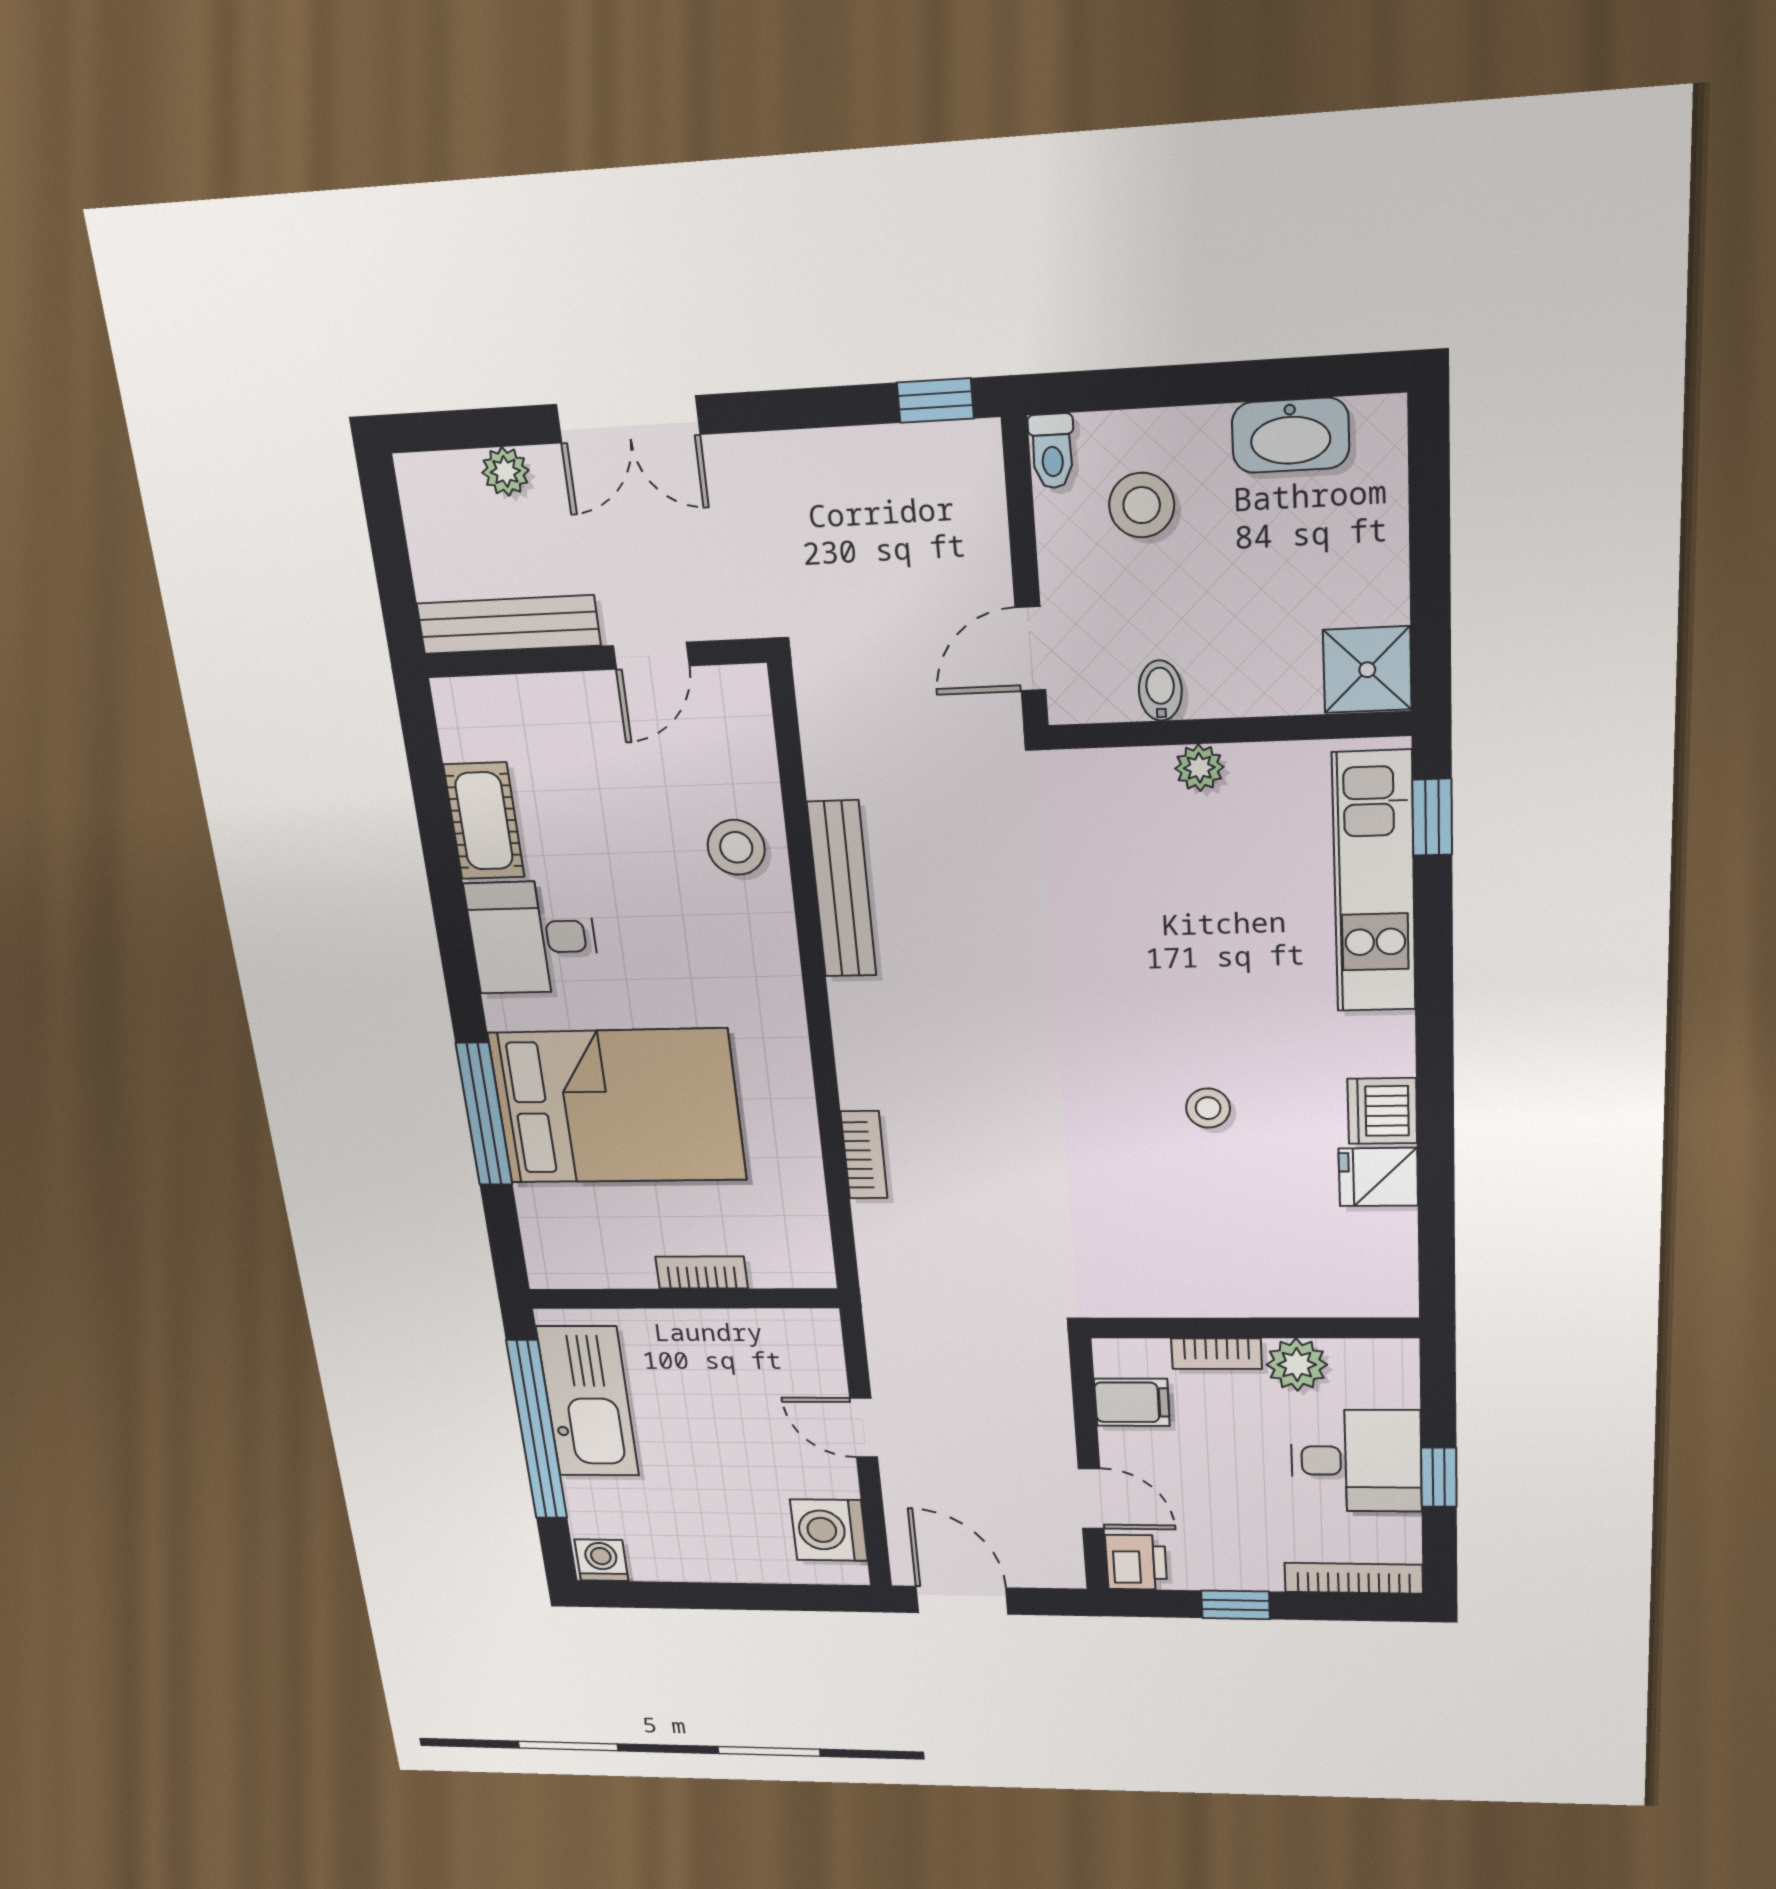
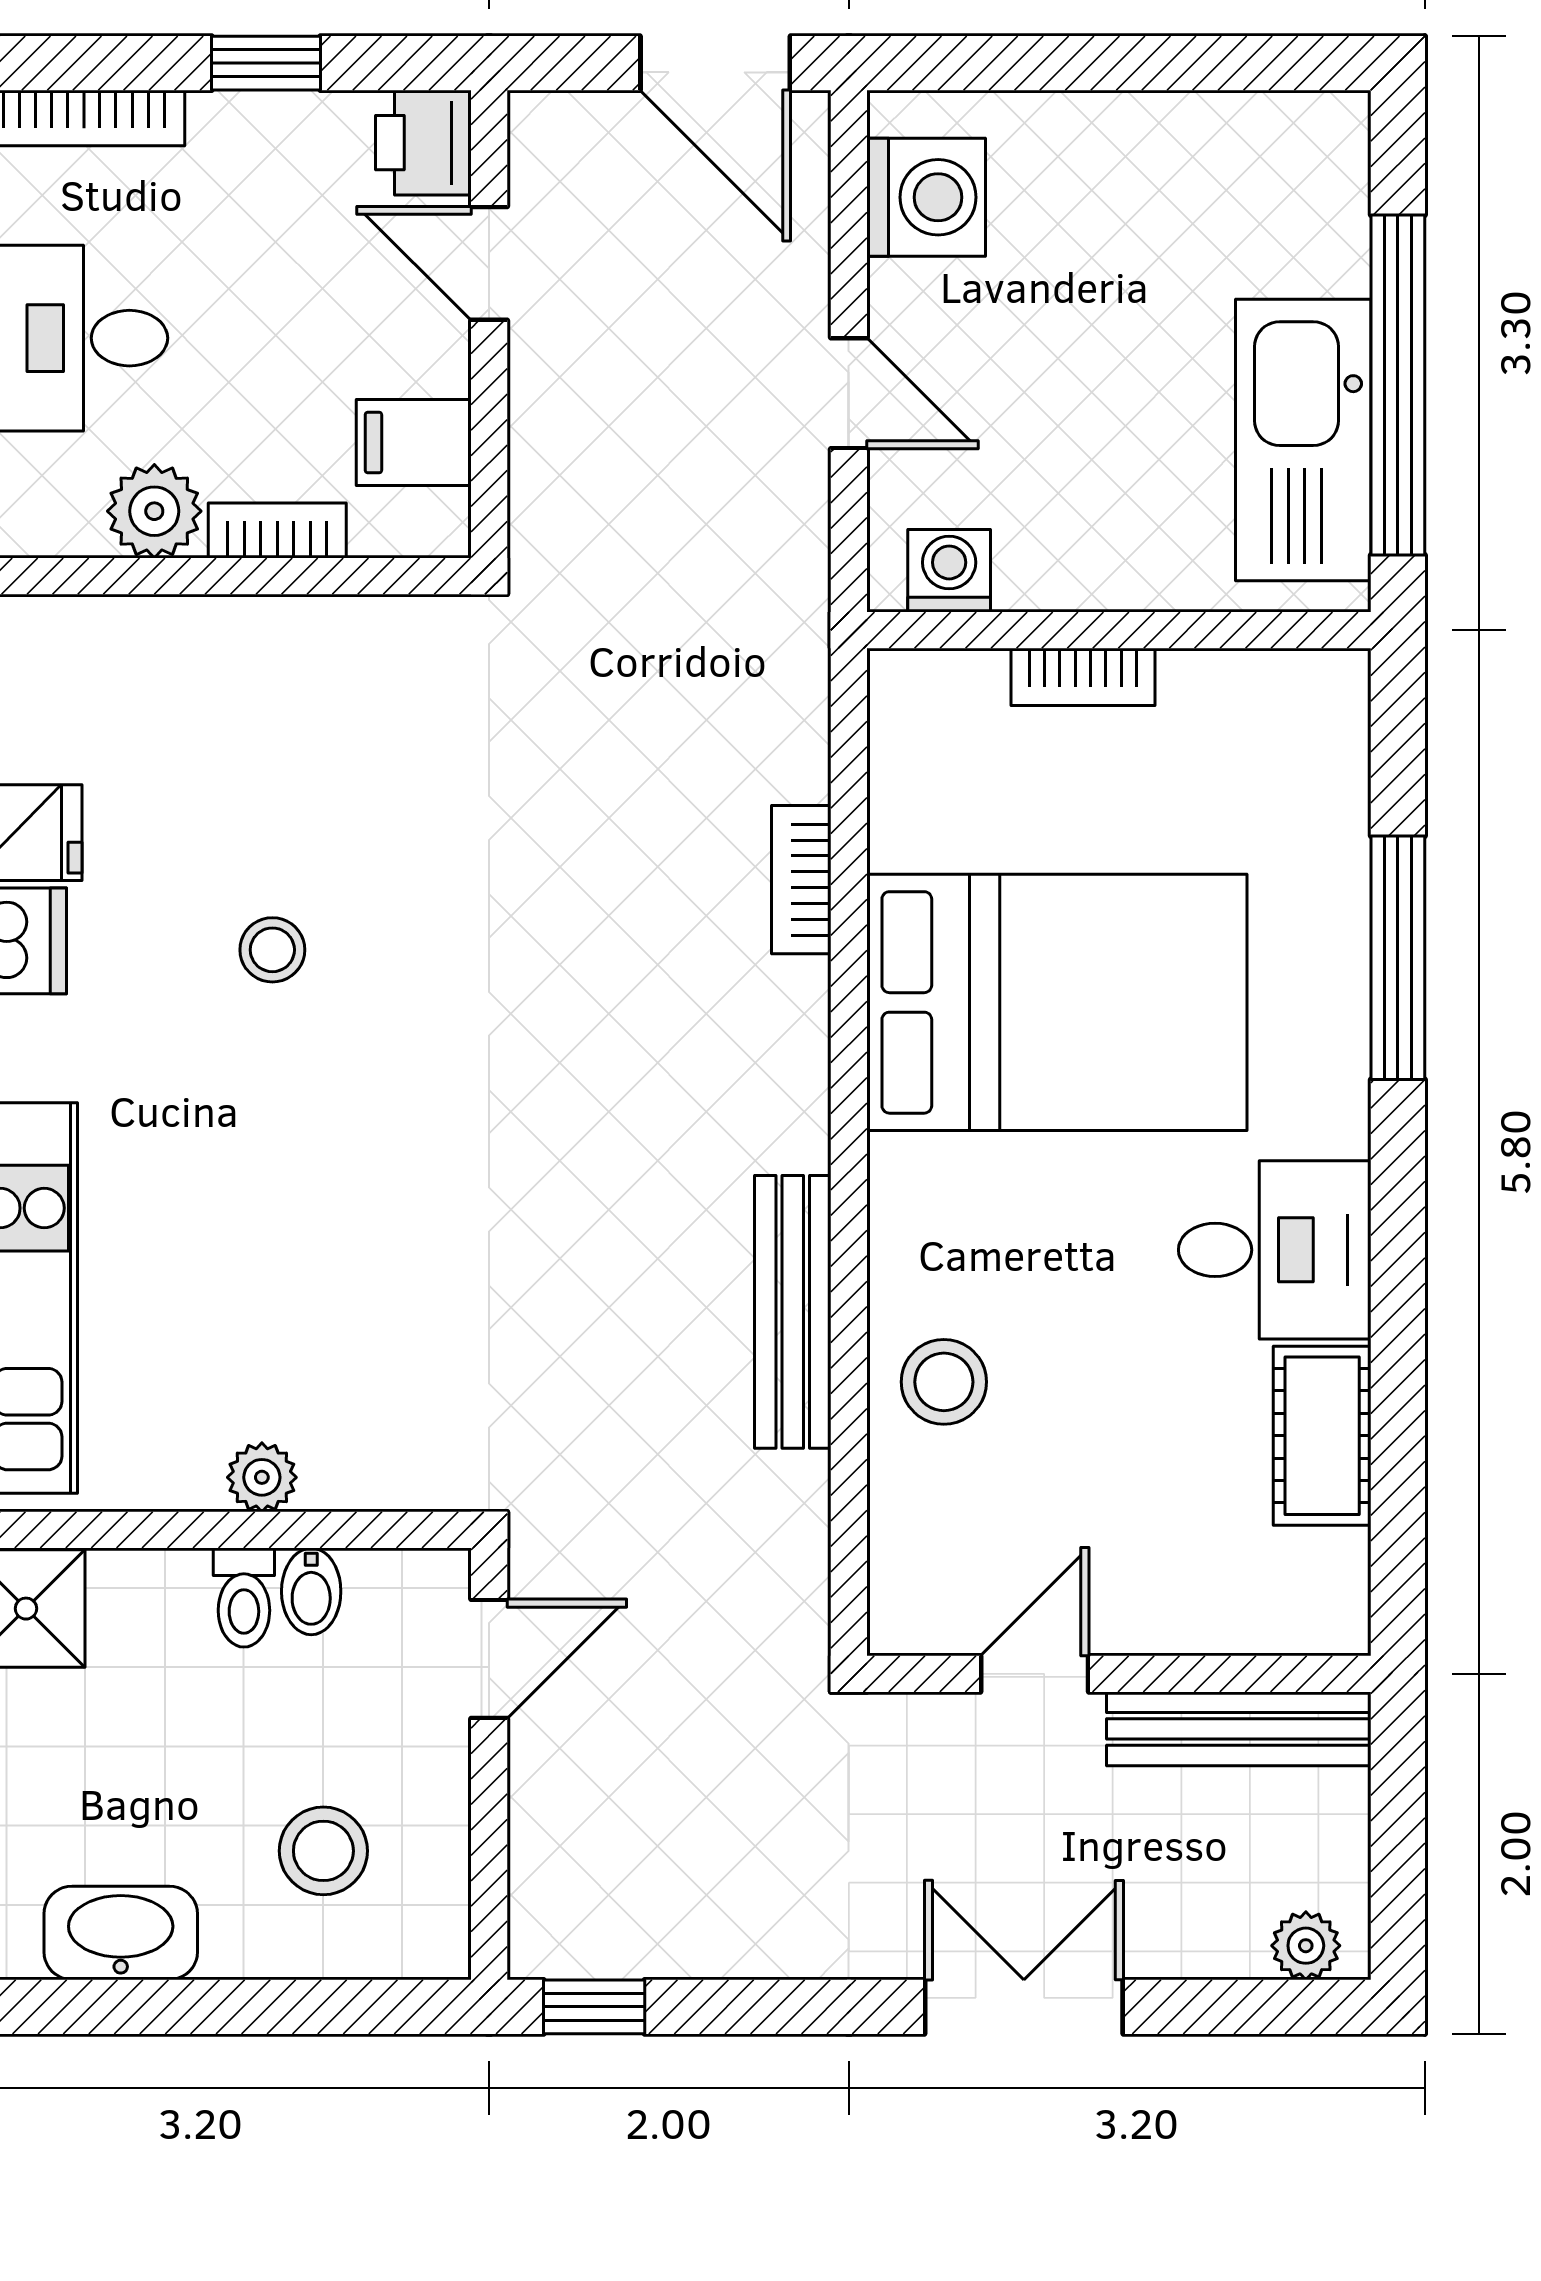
toilet: (1052, 451) -> (244, 1598), moved, turned 180
plant: (505, 471) -> (1306, 1946), moved
bed: (618, 1106) -> (1057, 1002), moved, turned 180
washing machine: (601, 1560) -> (949, 571), moved, turned 180

